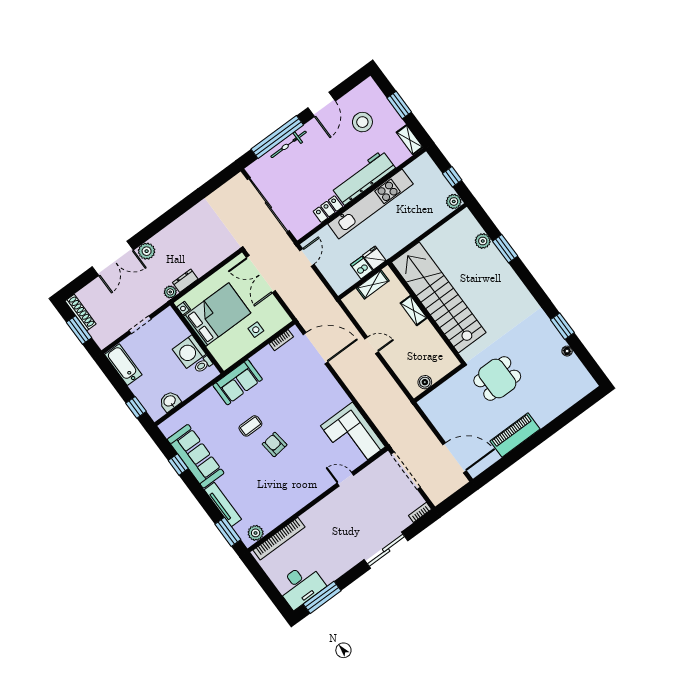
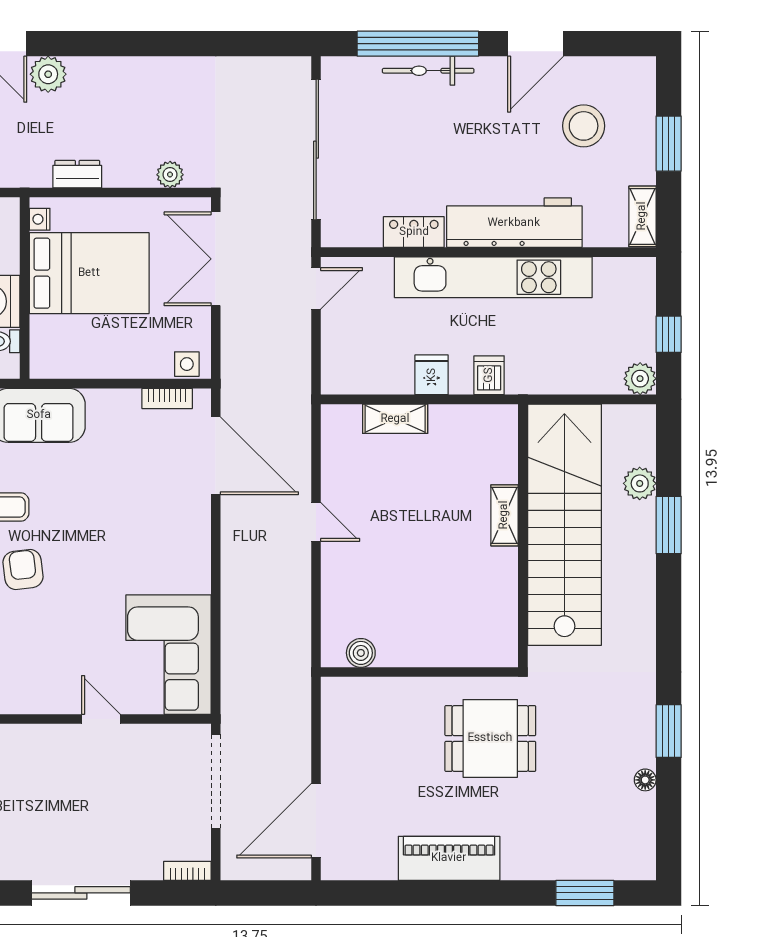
dishwasher: (361, 268) -> (489, 375), moved
plant: (170, 292) -> (170, 175), moved
stairs: (439, 297) -> (564, 525), moved
shelving: (414, 311) -> (504, 515), moved
wall: (426, 313) -> (523, 536), moved
side table: (256, 330) -> (187, 364), moved
window: (576, 410) -> (585, 893), added
door: (454, 458) -> (316, 821), swing flipped

